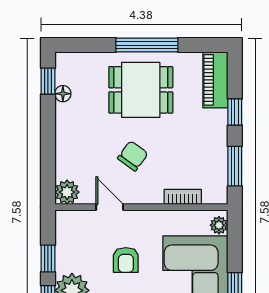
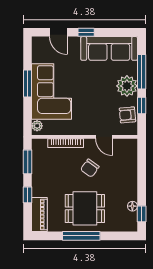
plant: (67, 192) -> (130, 146), removed
bookcase: (183, 197) -> (66, 143), width x1.56
armchair: (126, 260) -> (127, 115), moved, turned -95

